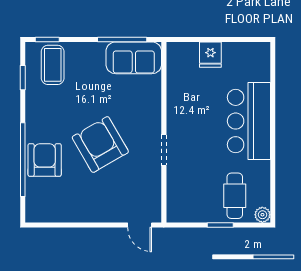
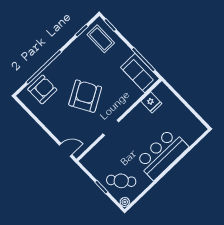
fridge: (210, 55) -> (151, 102), moved, turned -90
coffee table: (53, 65) -> (101, 39), turned 90
armchair: (45, 160) -> (42, 90), moved
cafe table: (235, 196) -> (121, 181), turned 49
door: (140, 225) -> (66, 150), swing flipped

